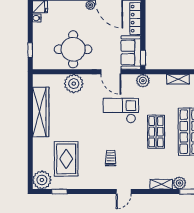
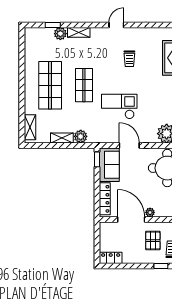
plant: (143, 81) -> (81, 136), moved
checkout: (121, 111) -> (119, 106), turned 180

